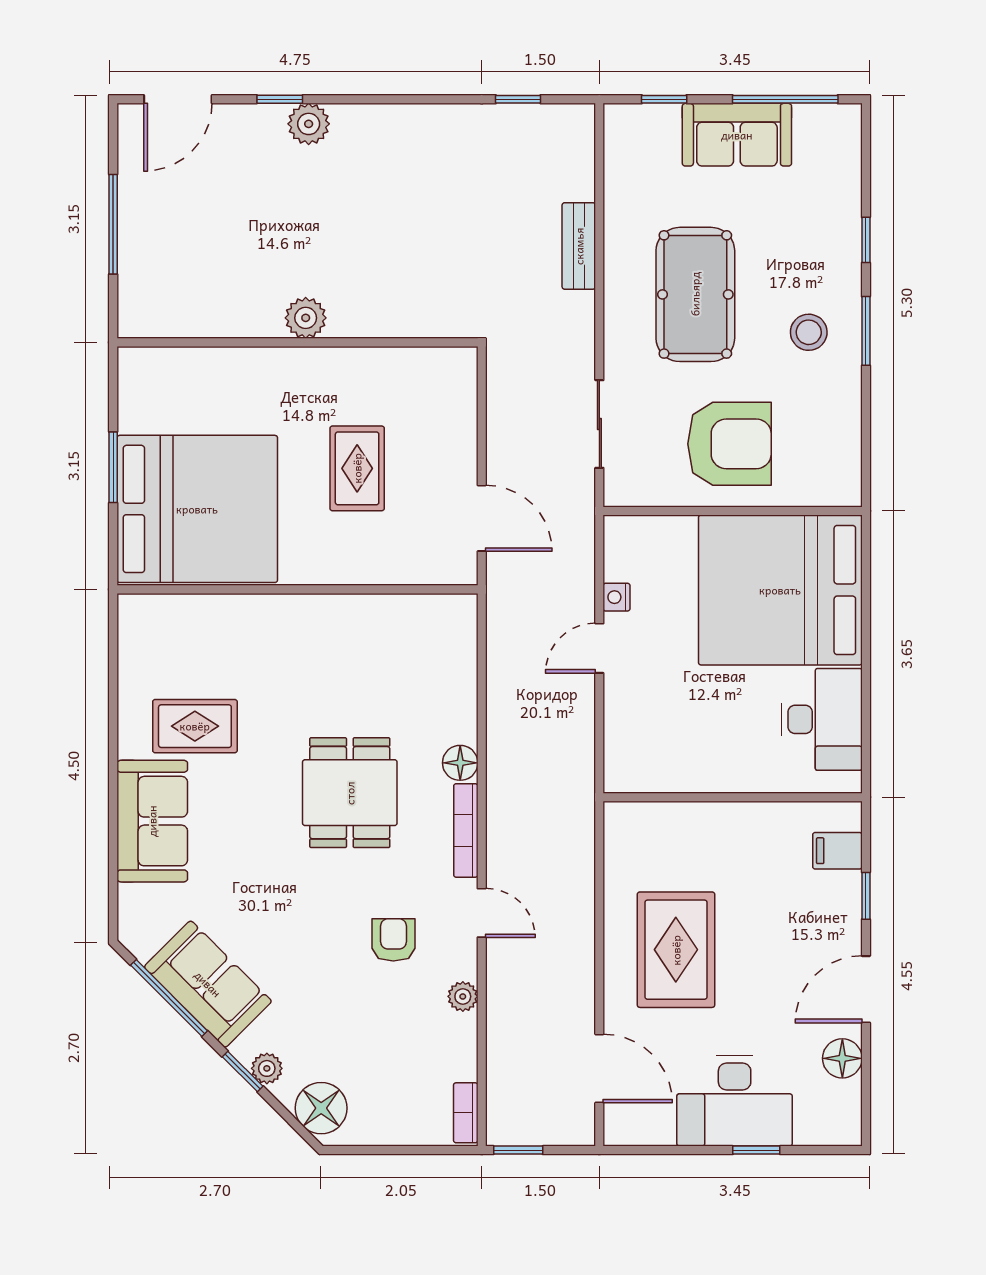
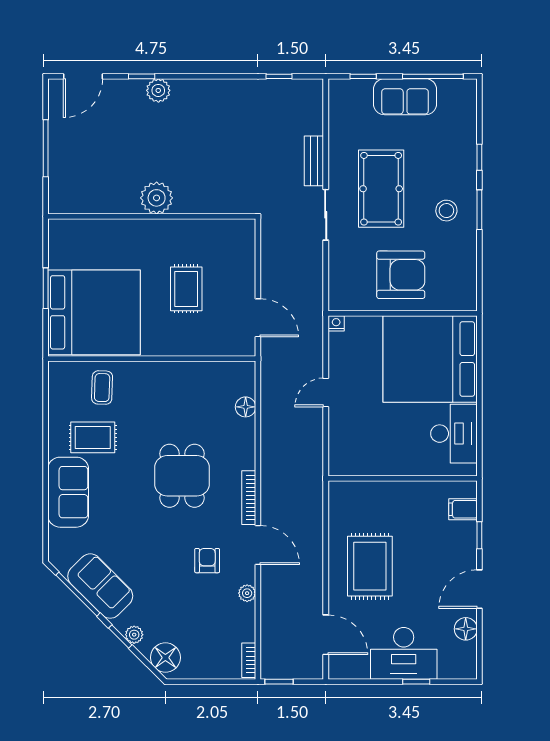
plant: (306, 318) -> (157, 198), width x1.36, depth x1.36
sliding door: (599, 424) -> (326, 215), moved
nightstand: (617, 597) -> (336, 323), moved, turned 90
coffee table: (211, 640) -> (102, 388), added
floor lamp: (460, 763) -> (246, 407), moved
door: (482, 913) -> (258, 545), width x1.38

